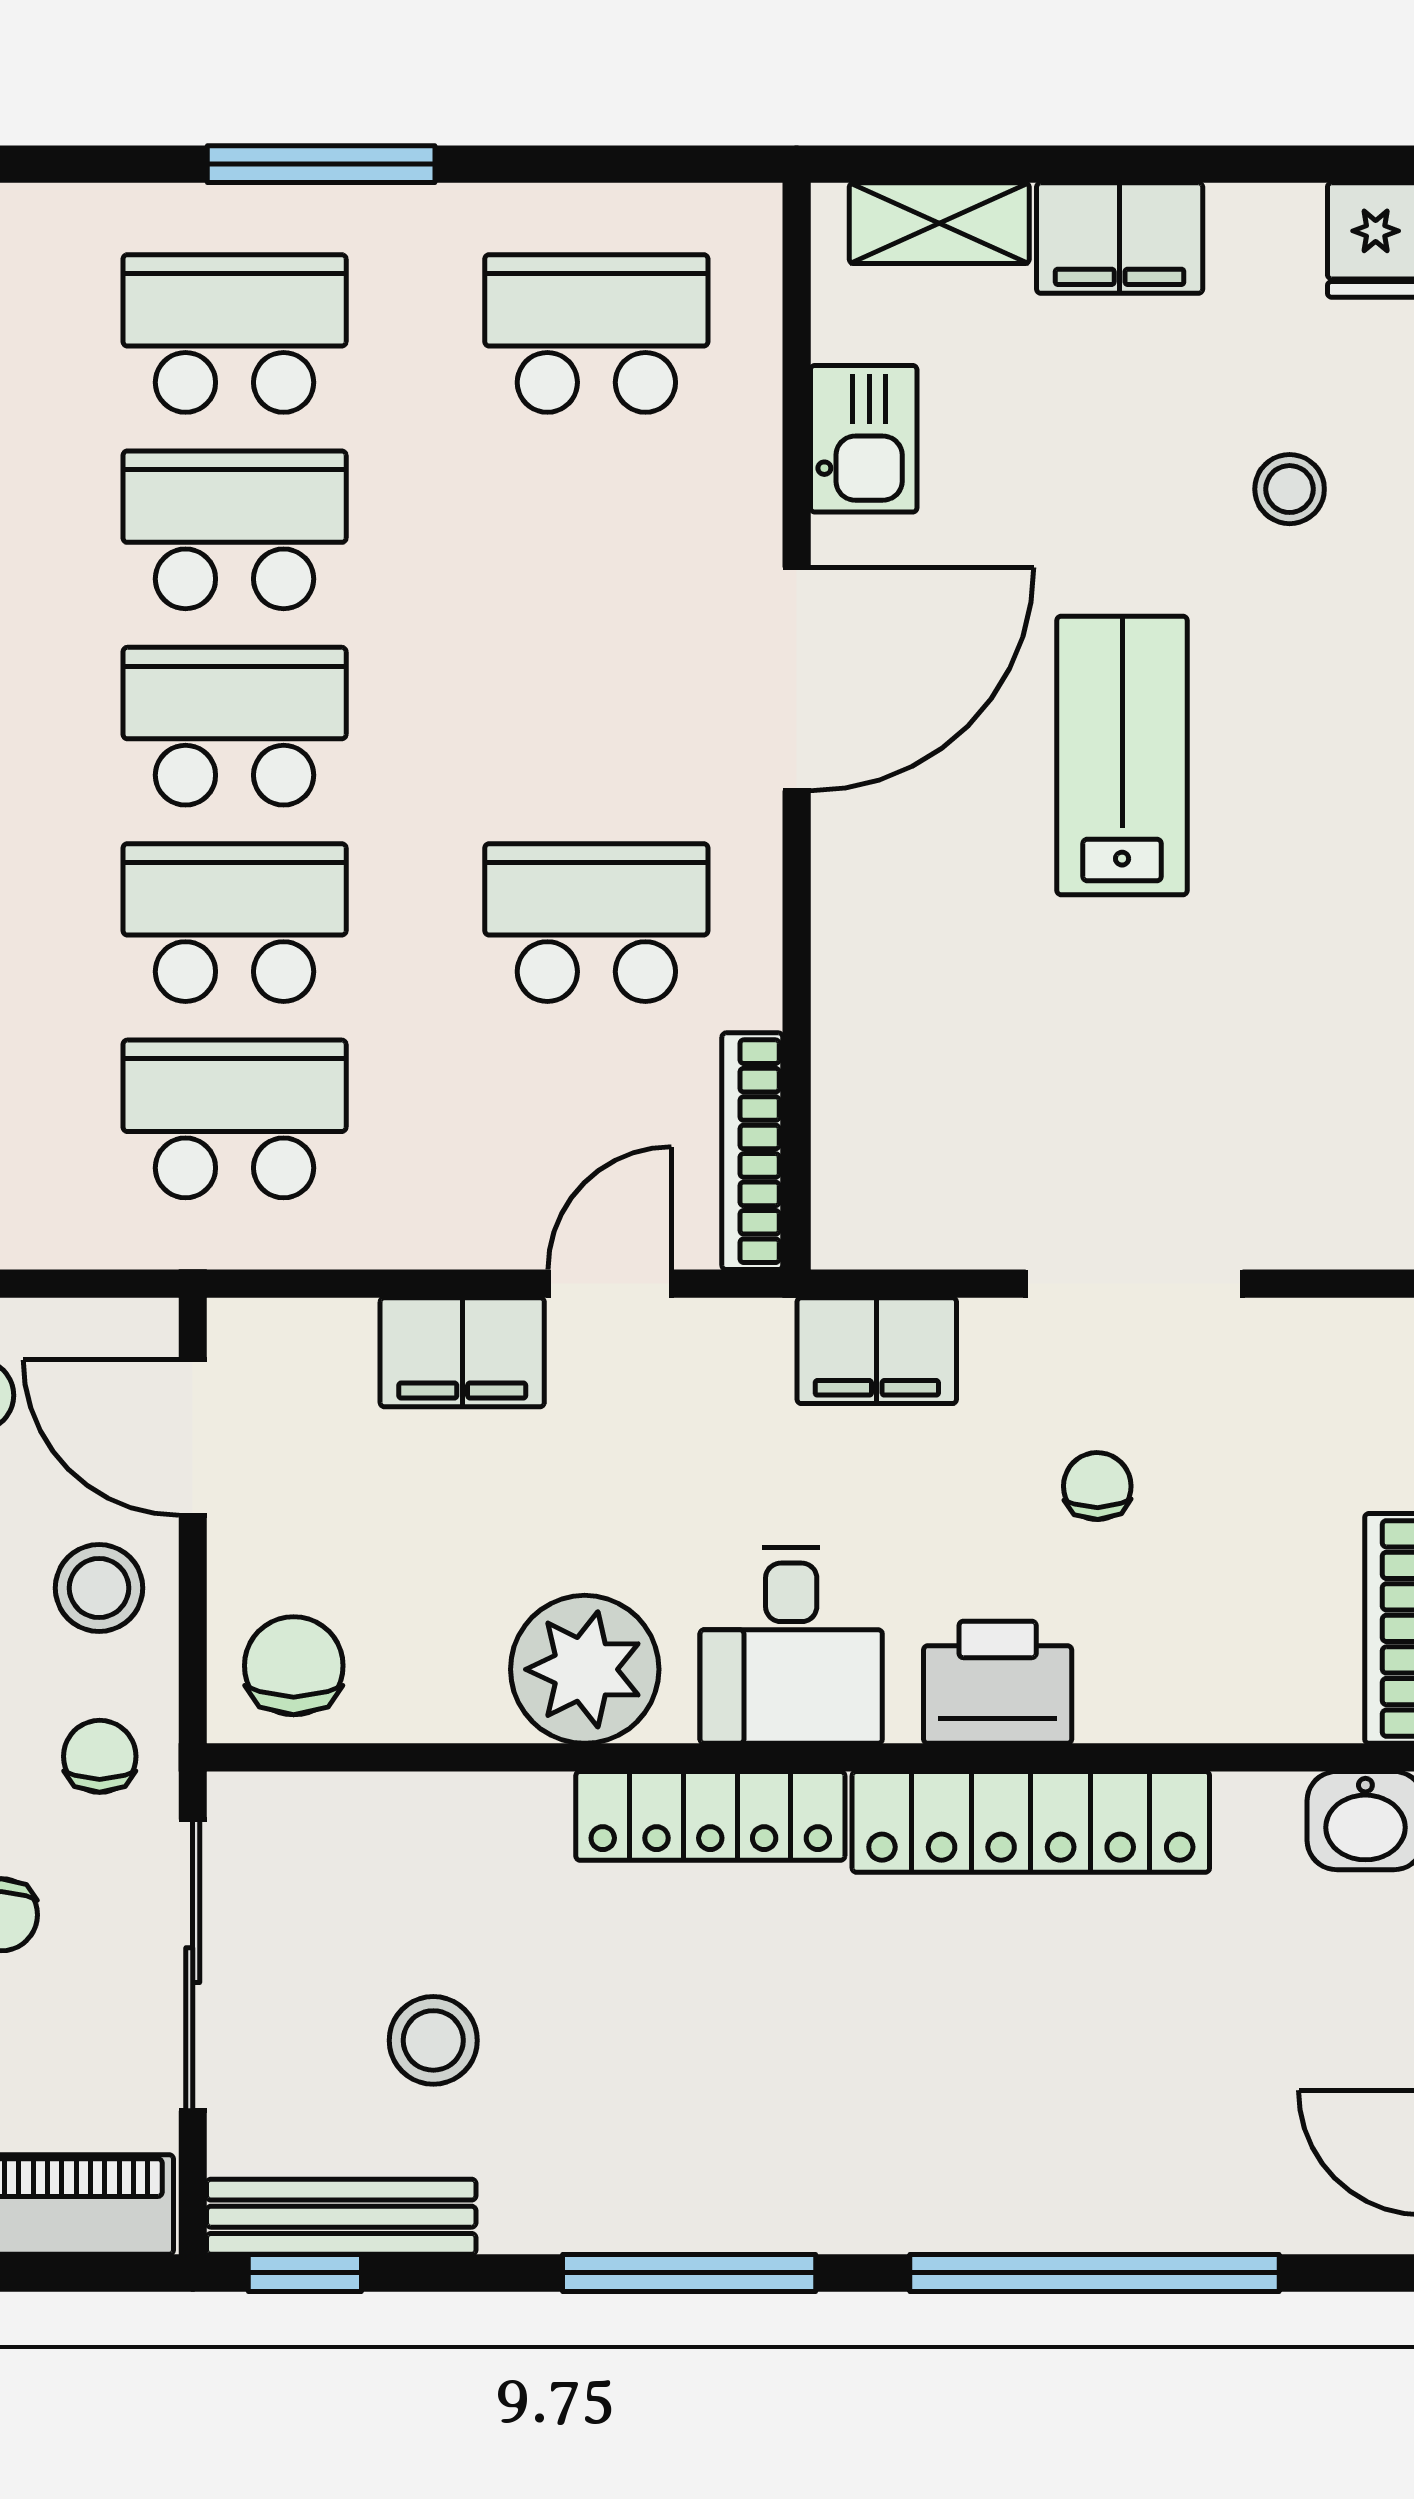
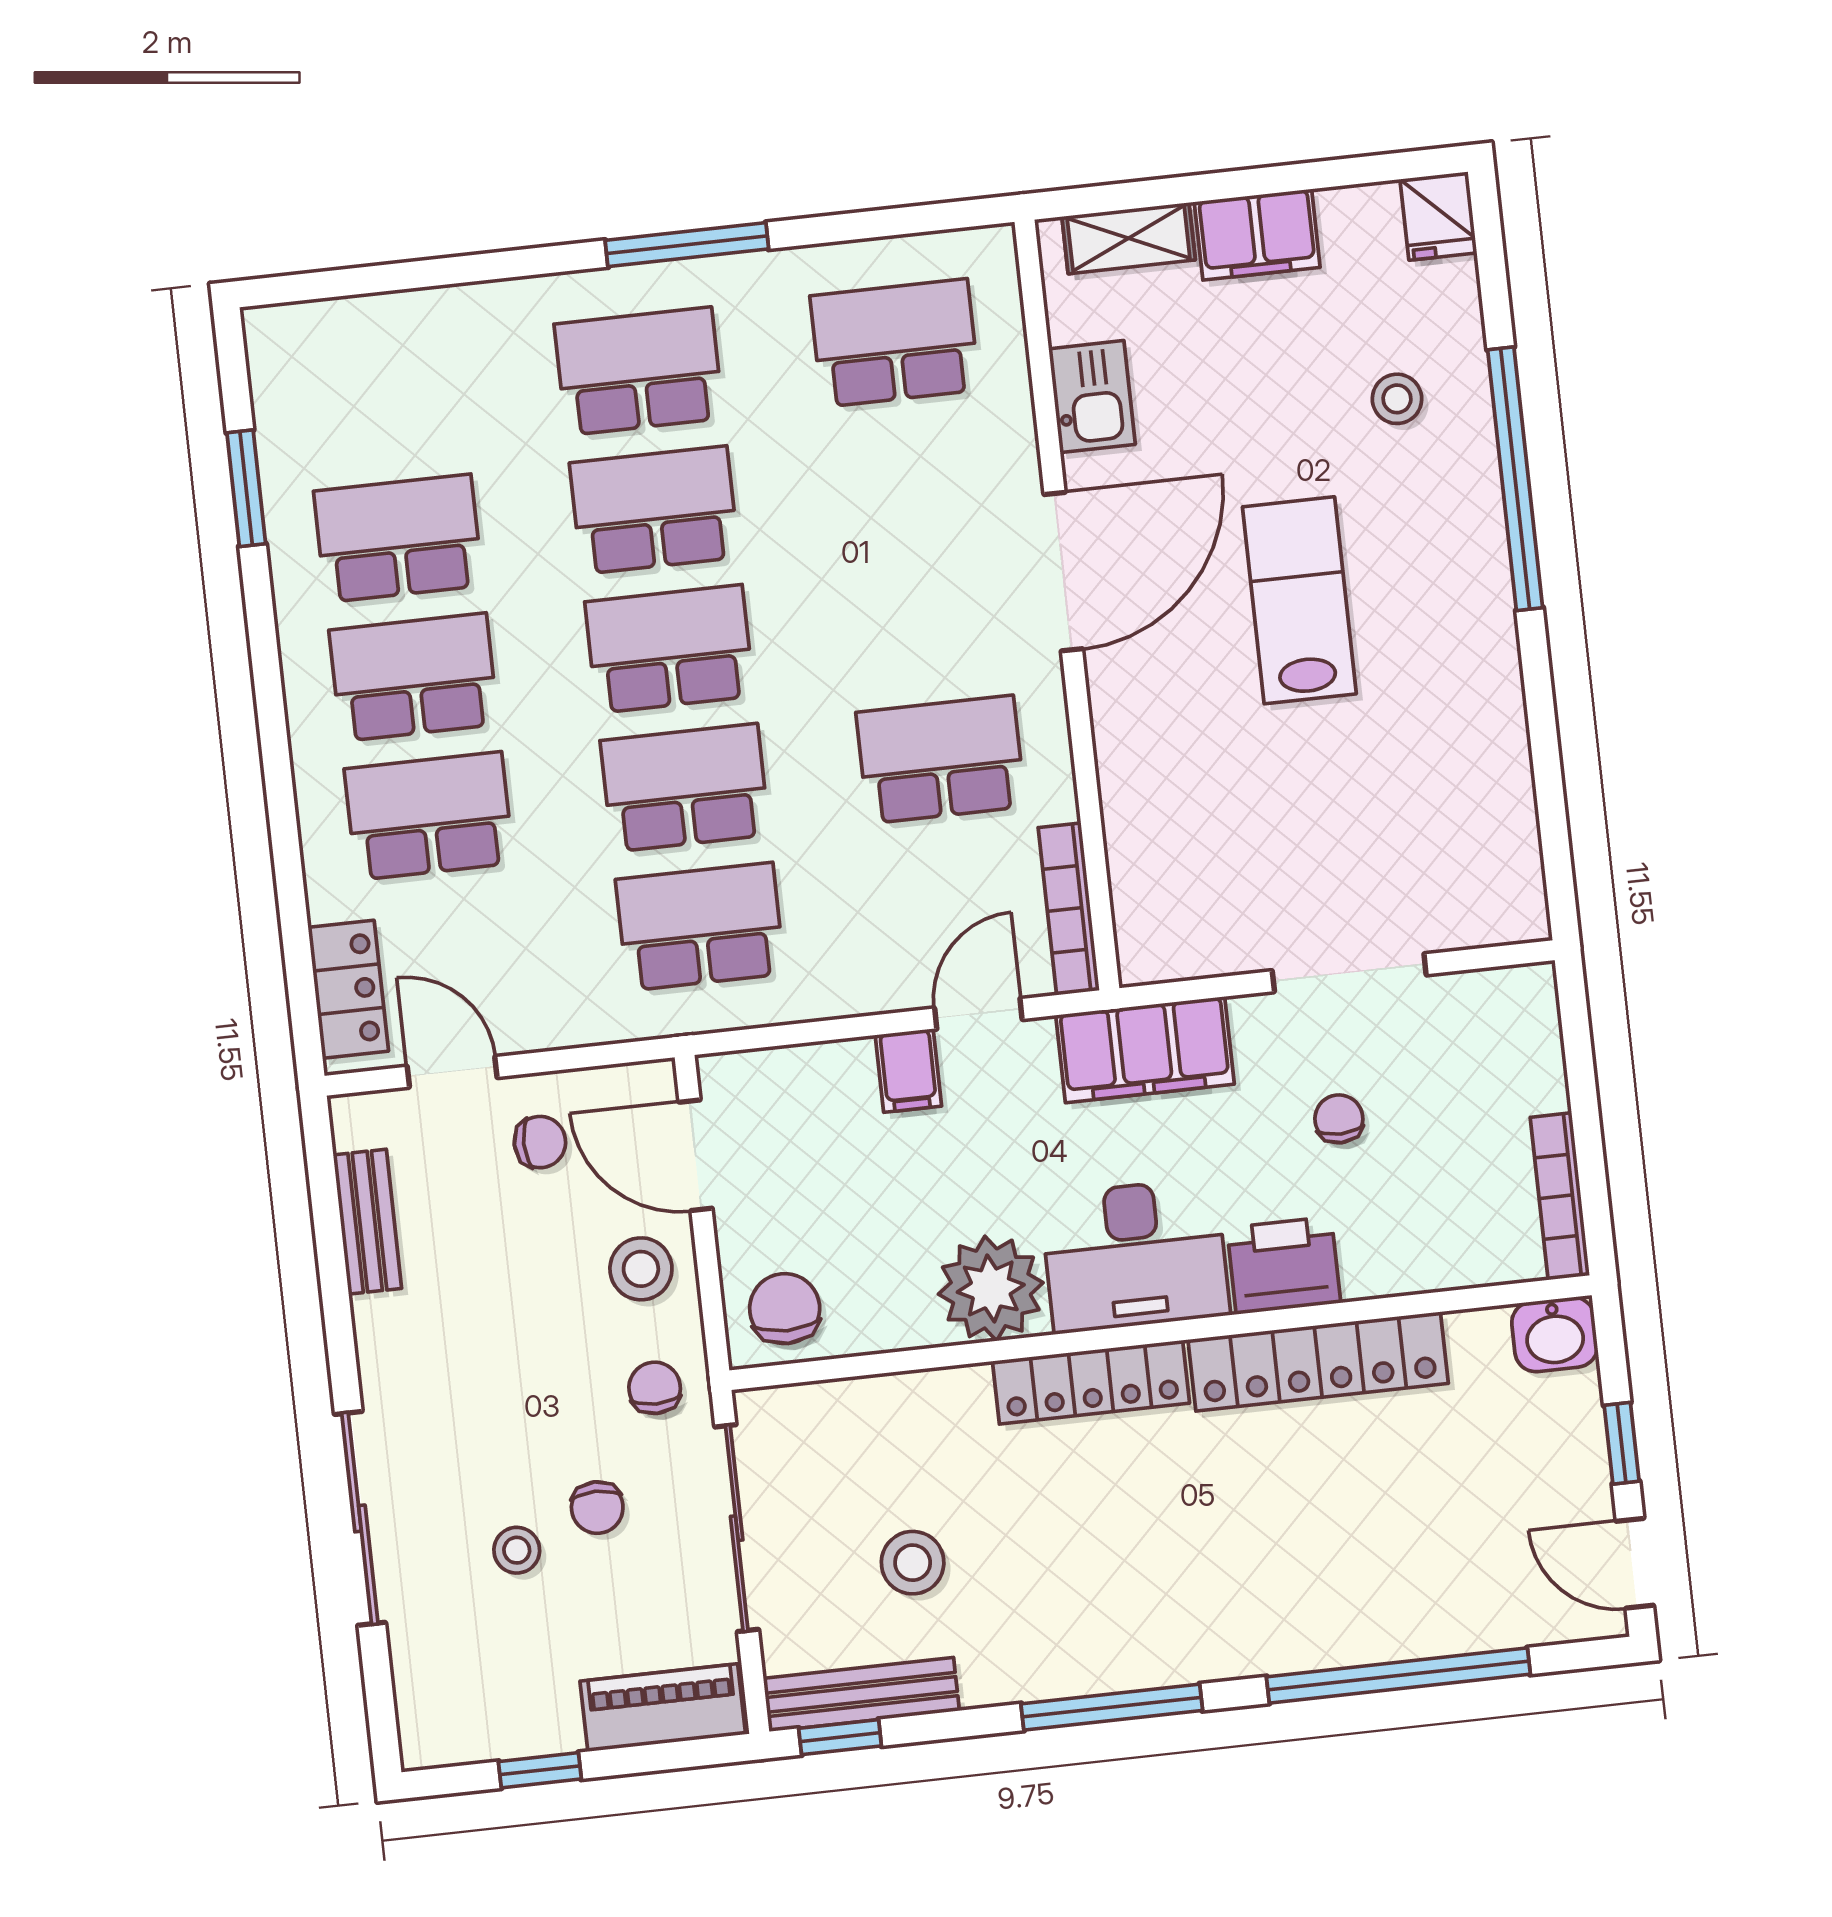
filing cabinet: (877, 1351) -> (1145, 1050), width x1.50, depth x1.17
filing cabinet: (462, 1352) -> (908, 1071), width x0.50
desk: (791, 1645) -> (1135, 1255), width x1.37

